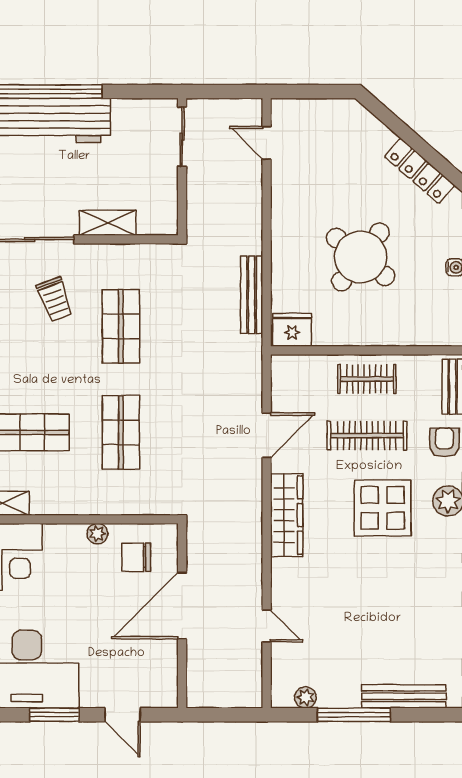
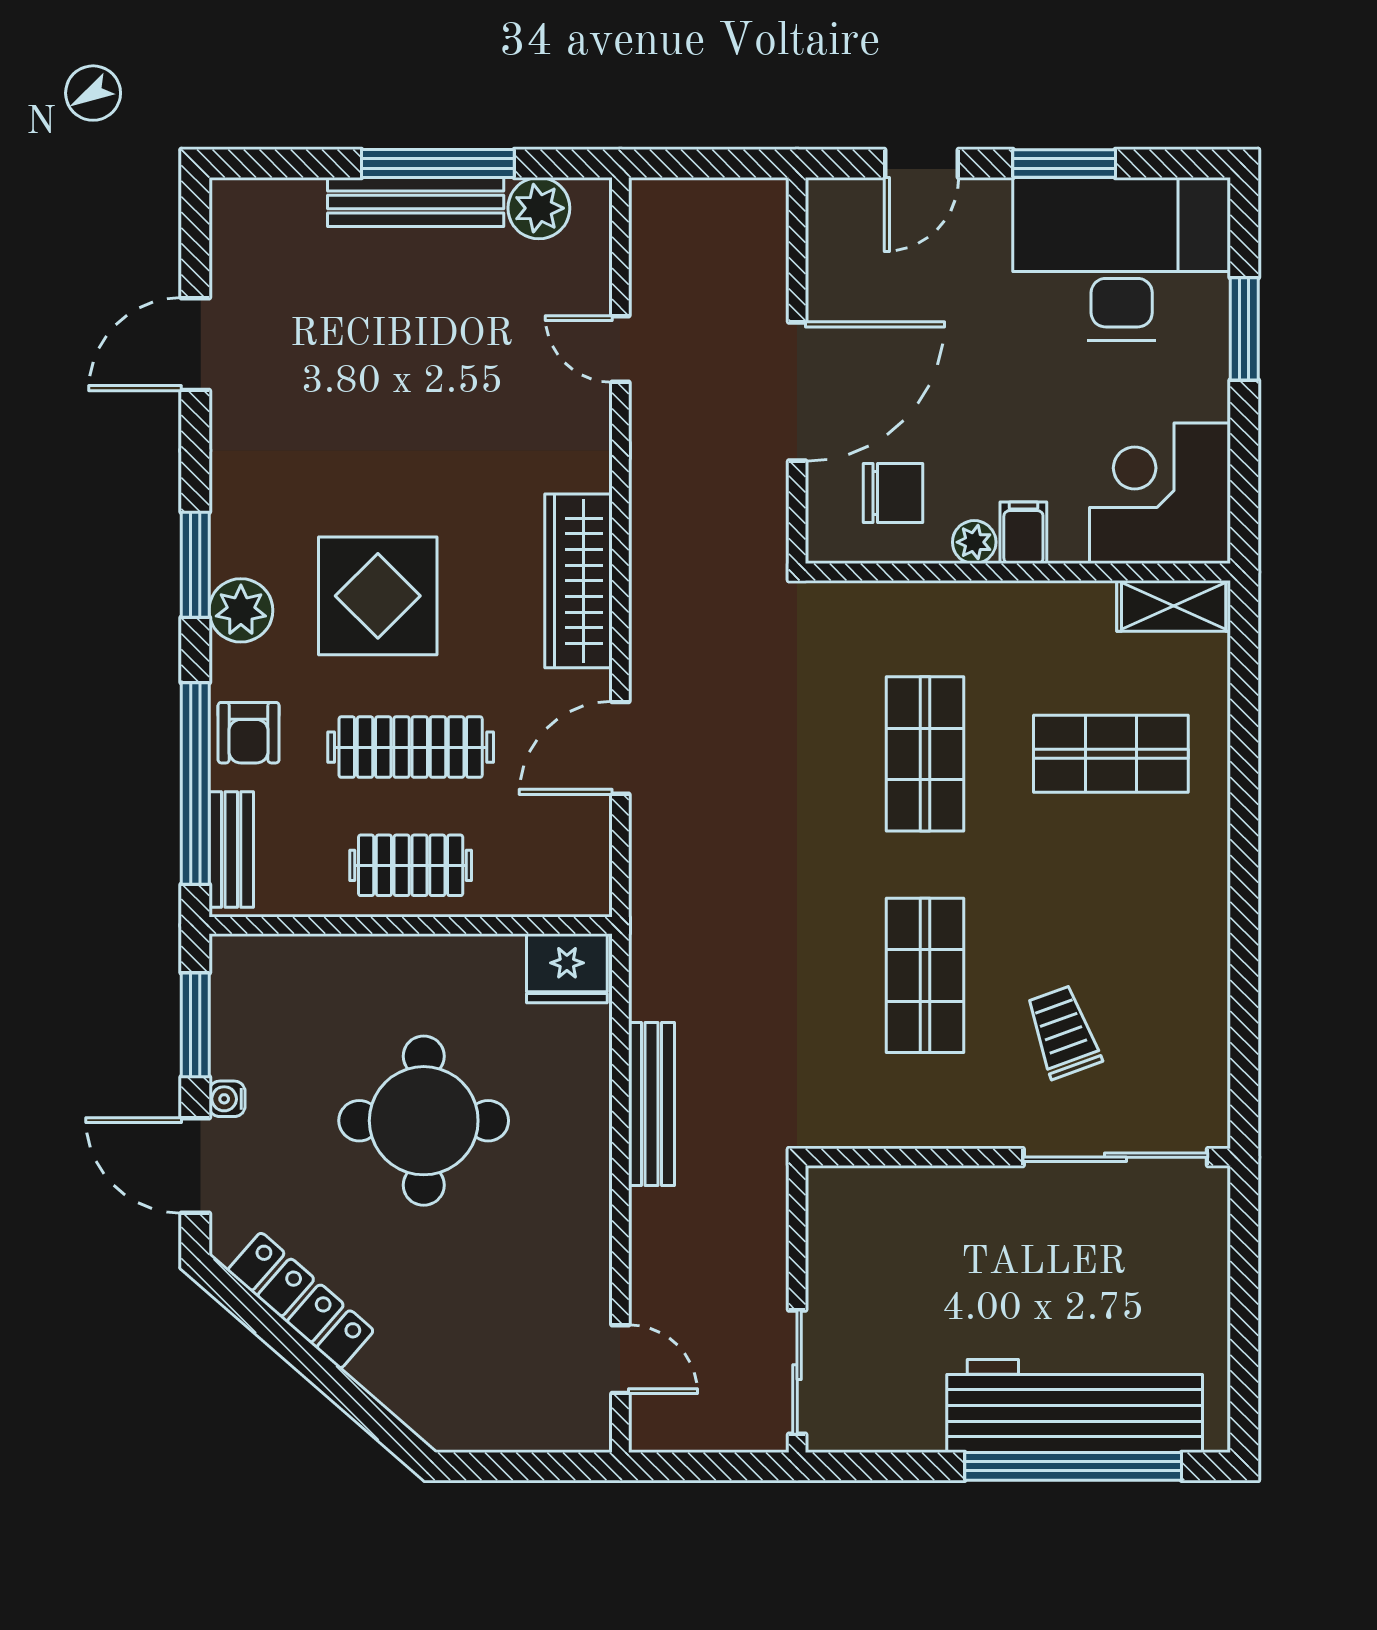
shelving: (108, 223) -> (953, 1192), removed
round table: (361, 257) -> (424, 1121), turned -38
bench: (252, 295) -> (652, 1104), moved
filing cabinet: (74, 538) -> (1023, 533), added
bench: (404, 696) -> (416, 202), moved
plant: (306, 697) -> (539, 208), width x1.38, depth x1.38
door: (123, 715) -> (921, 163), swing flipped

